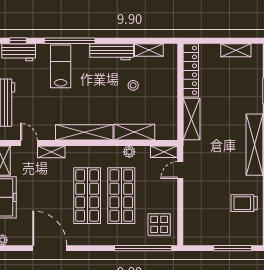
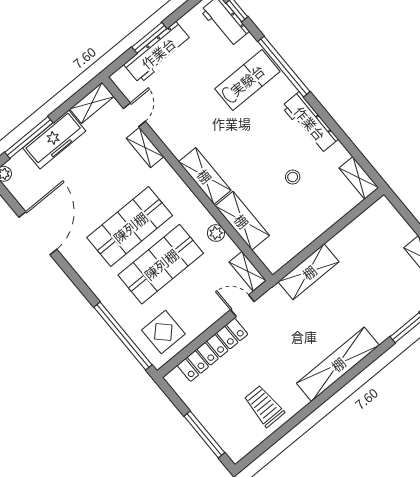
shelving: (149, 50) -> (359, 178), moved
locker: (191, 70) -> (212, 350), moved
shelving: (84, 132) -> (205, 176), width x0.68

